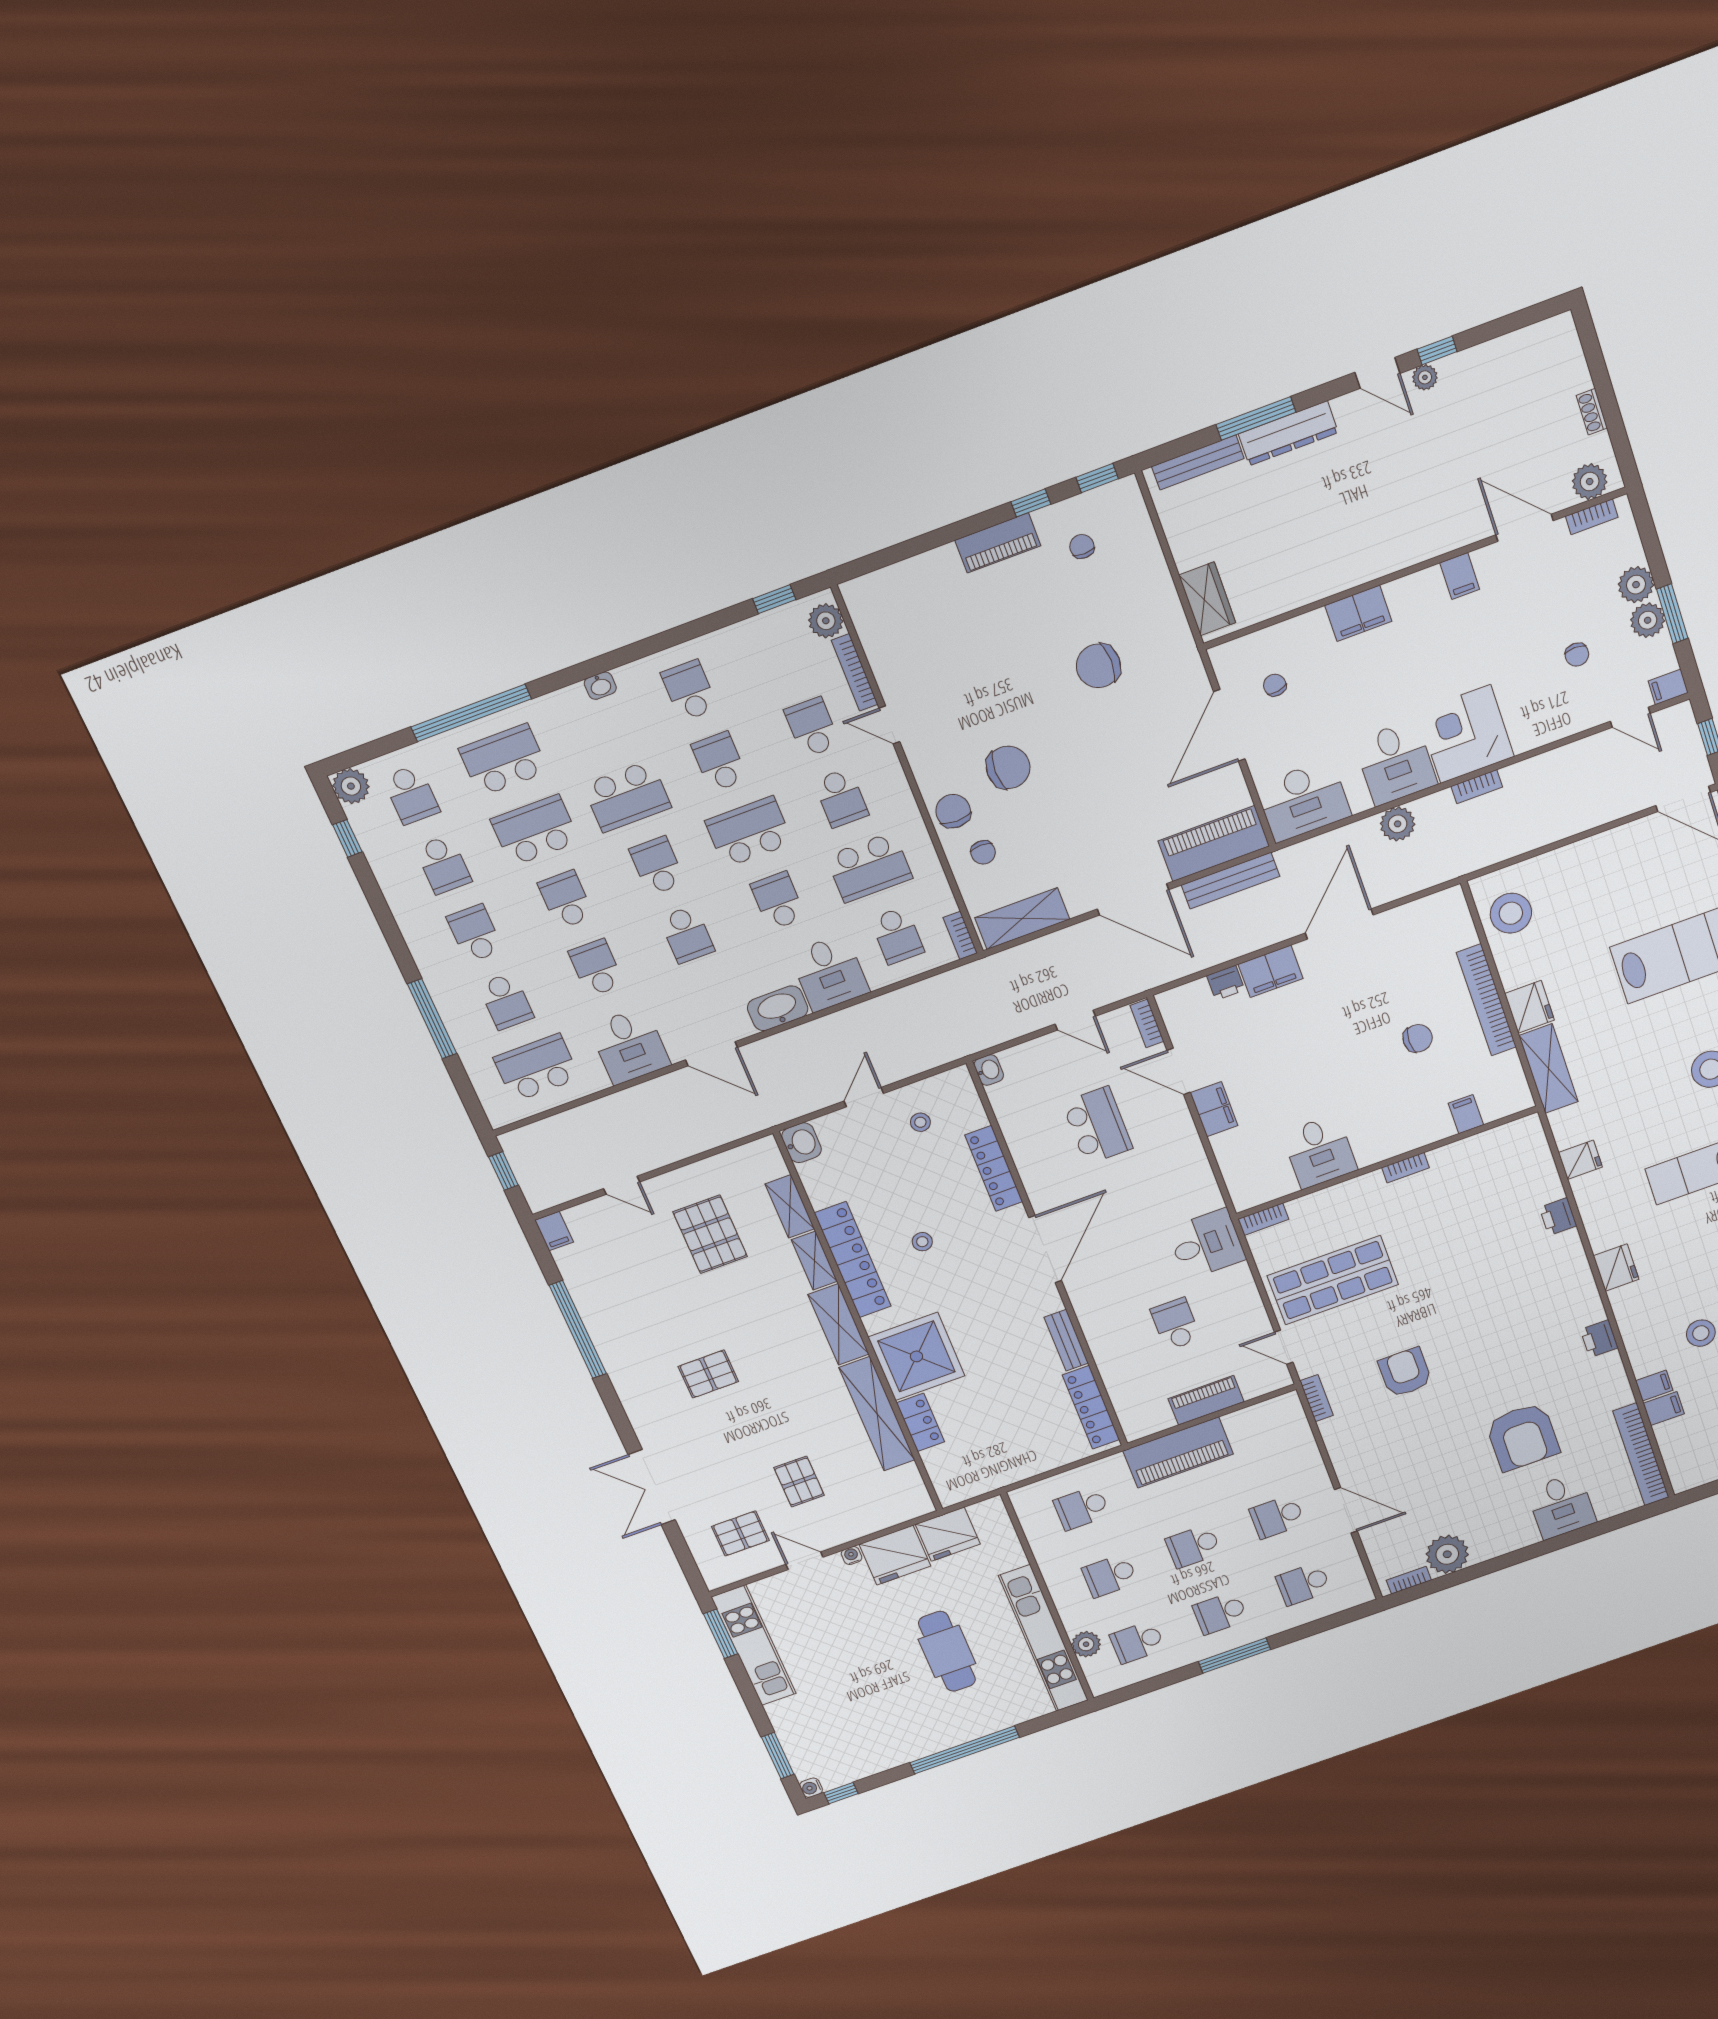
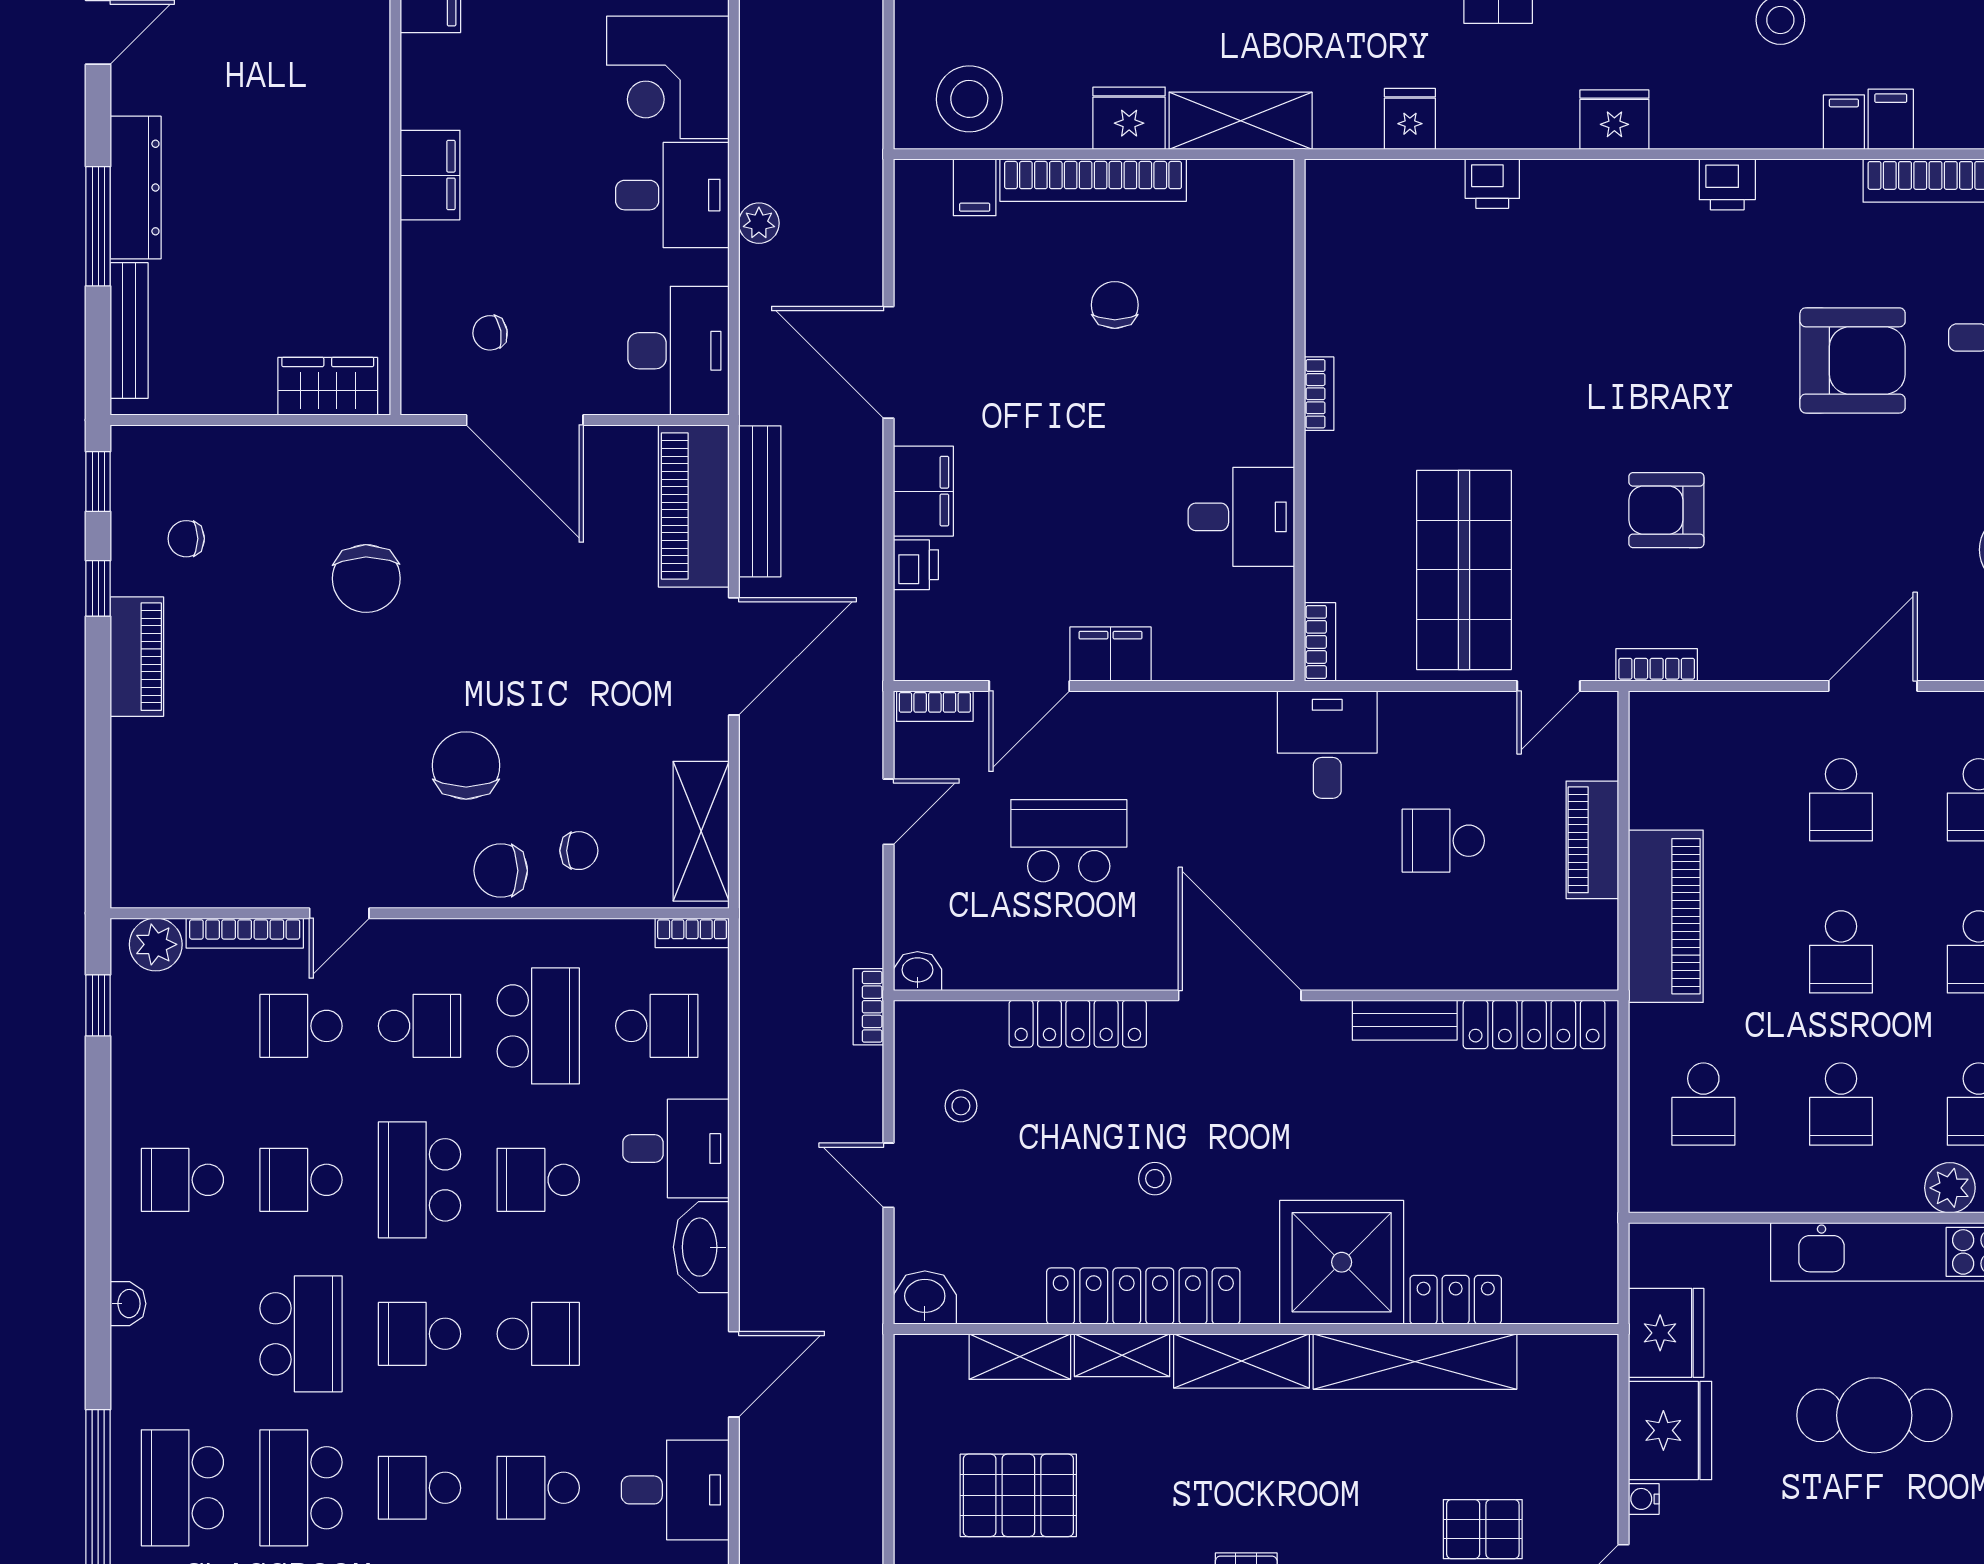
bookcase: (1477, 787) -> (868, 1007), moved, turned 180
plant: (1398, 824) -> (759, 223), width x0.73, depth x0.73
filing cabinet: (1466, 1114) -> (975, 187), moved, turned -90

